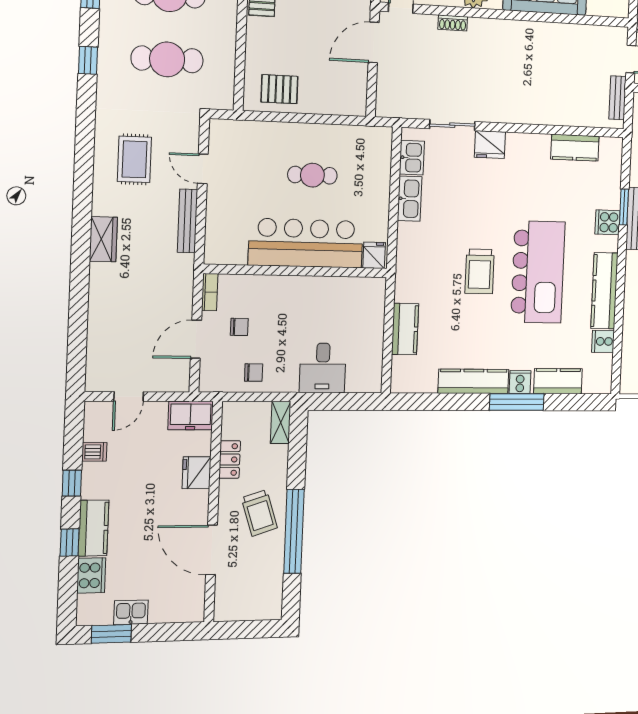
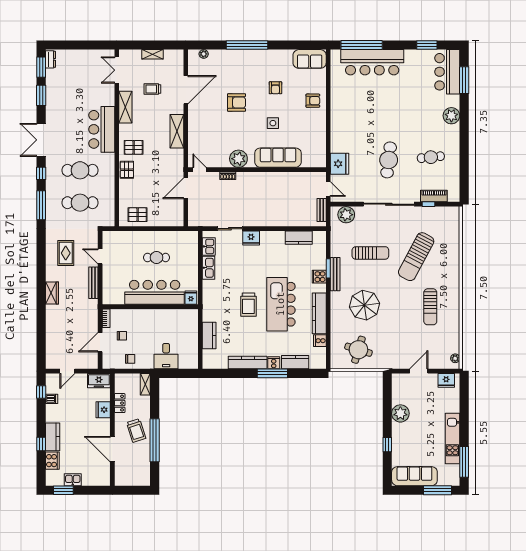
window: (88, 60) -> (41, 205), width x2.17
kitchen island: (538, 272) -> (281, 304), turned 180
window: (72, 483) -> (41, 392), moved

